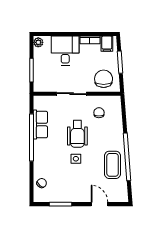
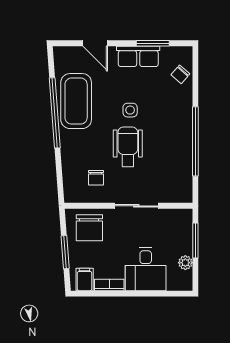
plant: (38, 42) -> (185, 263), moved
row of seats: (40, 125) -> (138, 56), moved, turned -90
coffee table: (113, 165) -> (76, 101), width x1.36, depth x1.32

